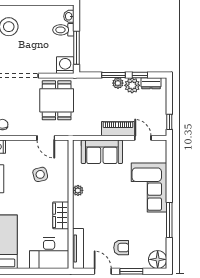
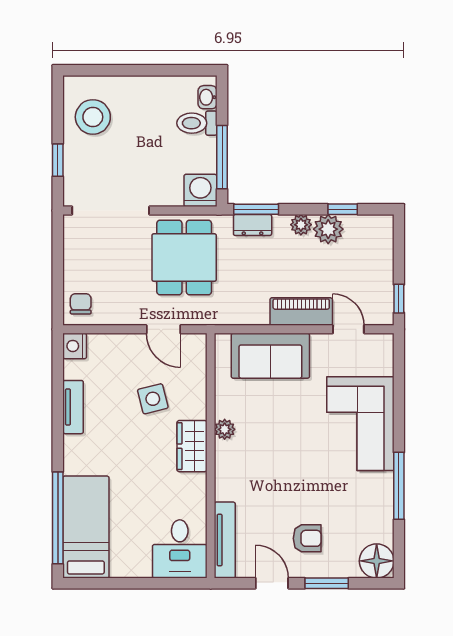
window: (113, 75) -> (256, 209), moved
dresser: (151, 83) -> (253, 225), moved
wardrobe: (61, 215) -> (192, 446), moved
desk: (49, 253) -> (180, 549), width x0.73

